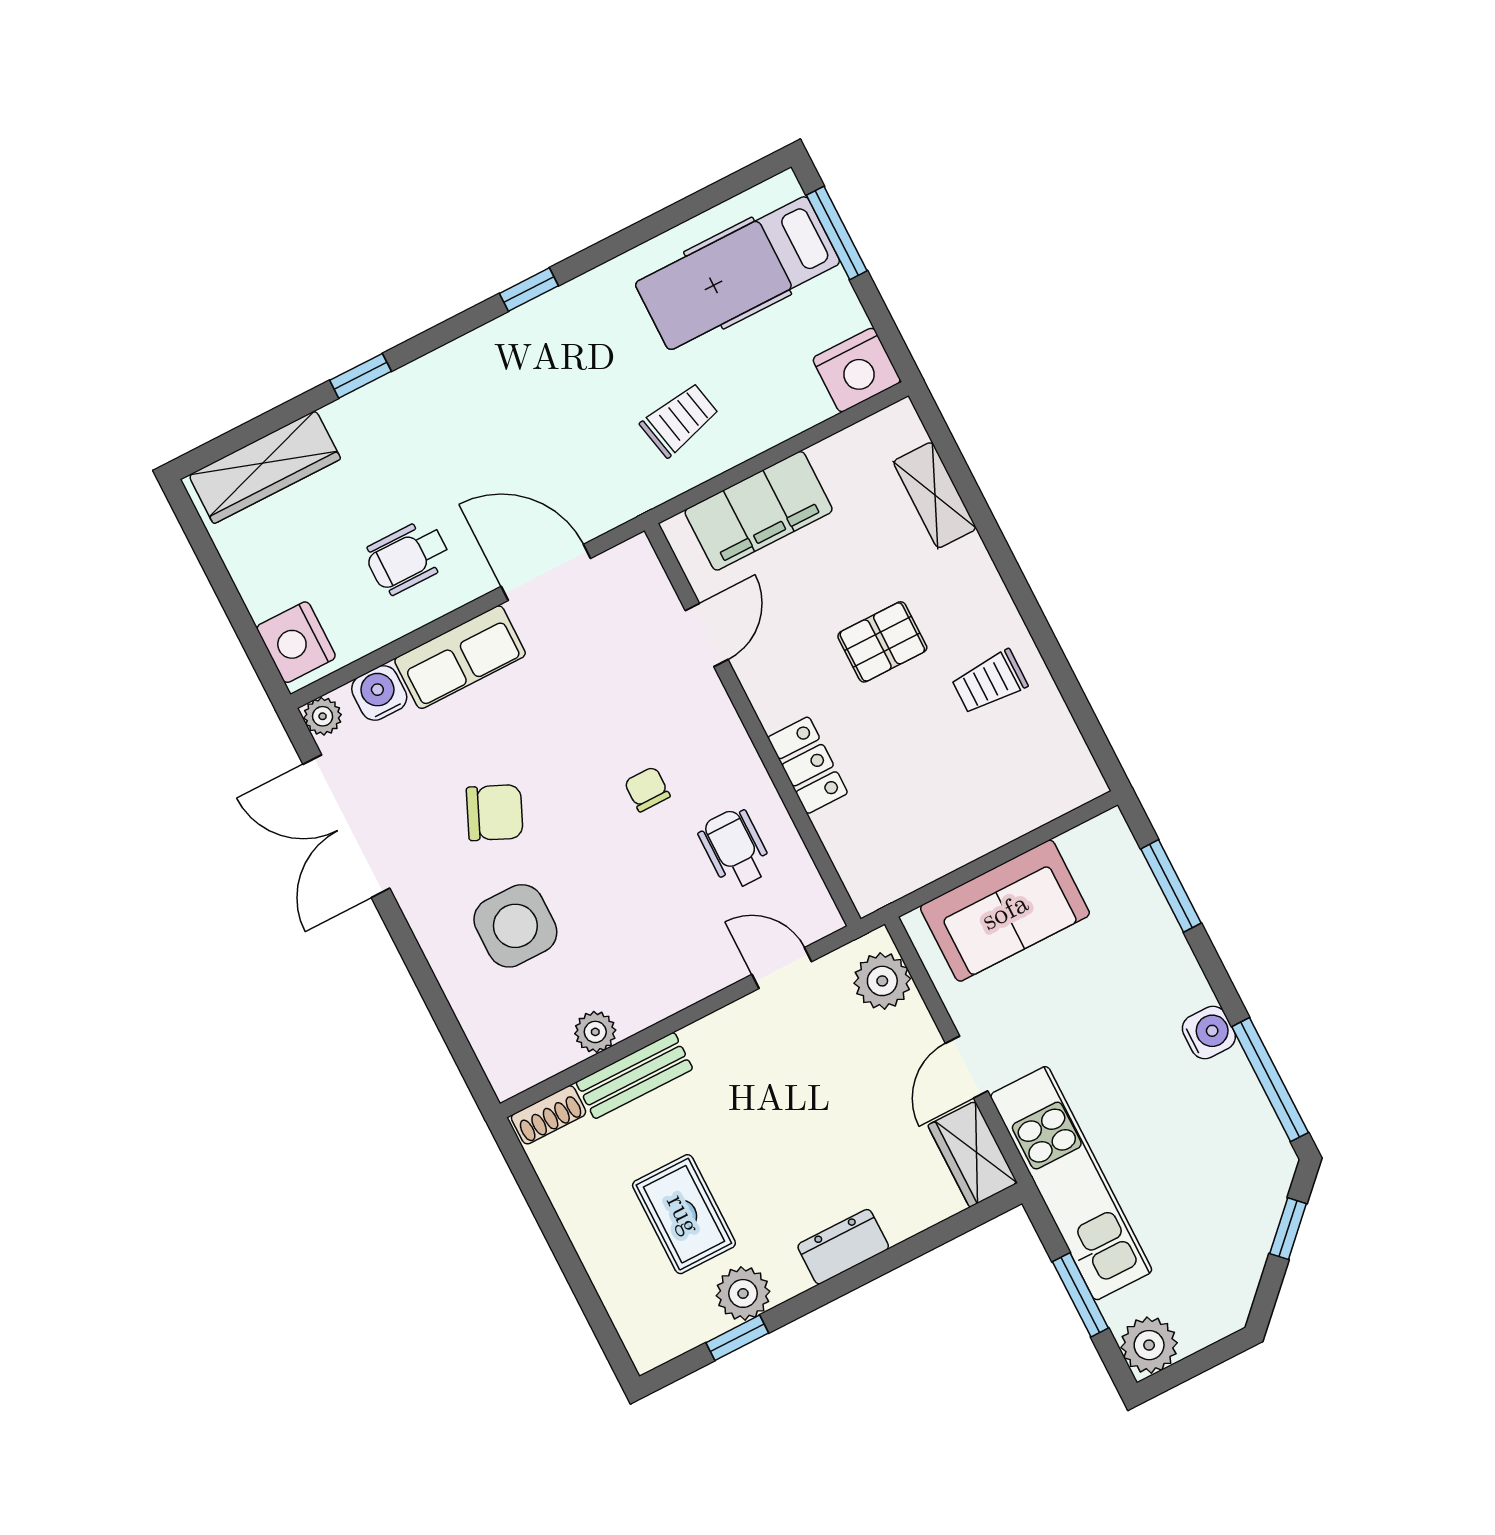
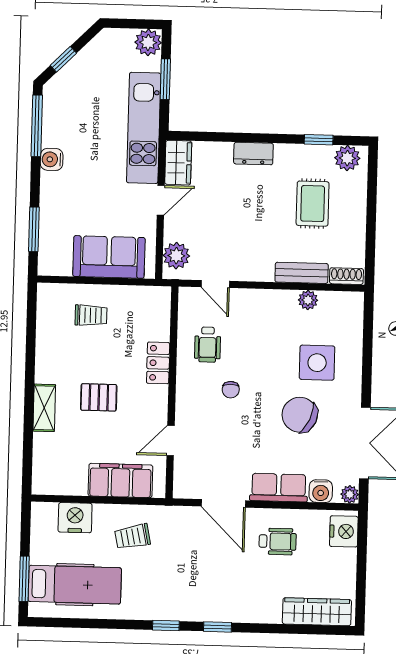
nightstand: (857, 370) -> (75, 518), moved
window: (360, 376) -> (218, 627), moved
shelving: (935, 495) -> (44, 408), moved
trolley: (990, 682) -> (91, 315), moved
chair: (495, 813) -> (300, 415), width x1.37, depth x1.37
plant: (743, 1293) -> (347, 158), moved

